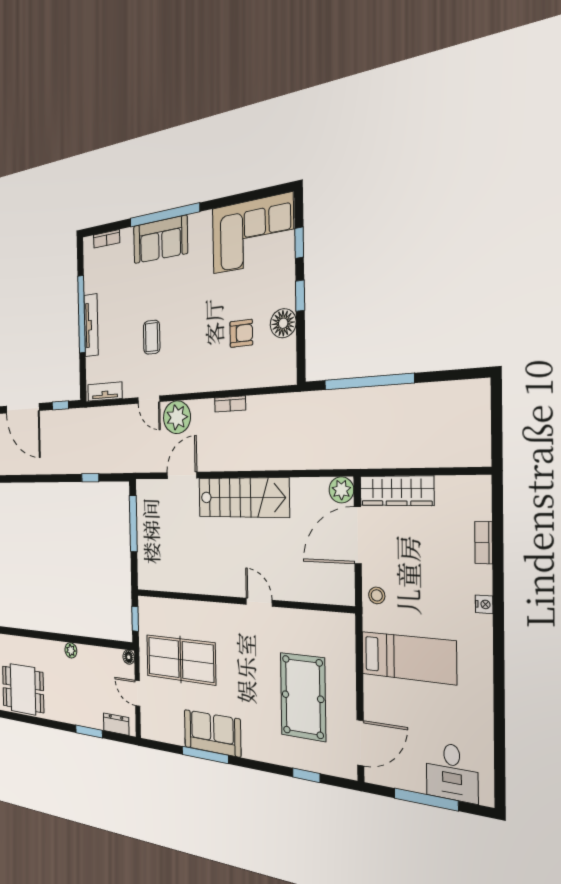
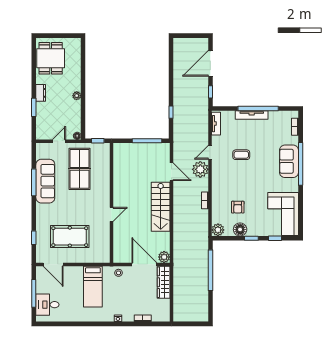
plant: (285, 372) -> (218, 230), added
dresser: (116, 724) -> (41, 93), moved
sofa: (212, 733) -> (45, 181), width x1.36

